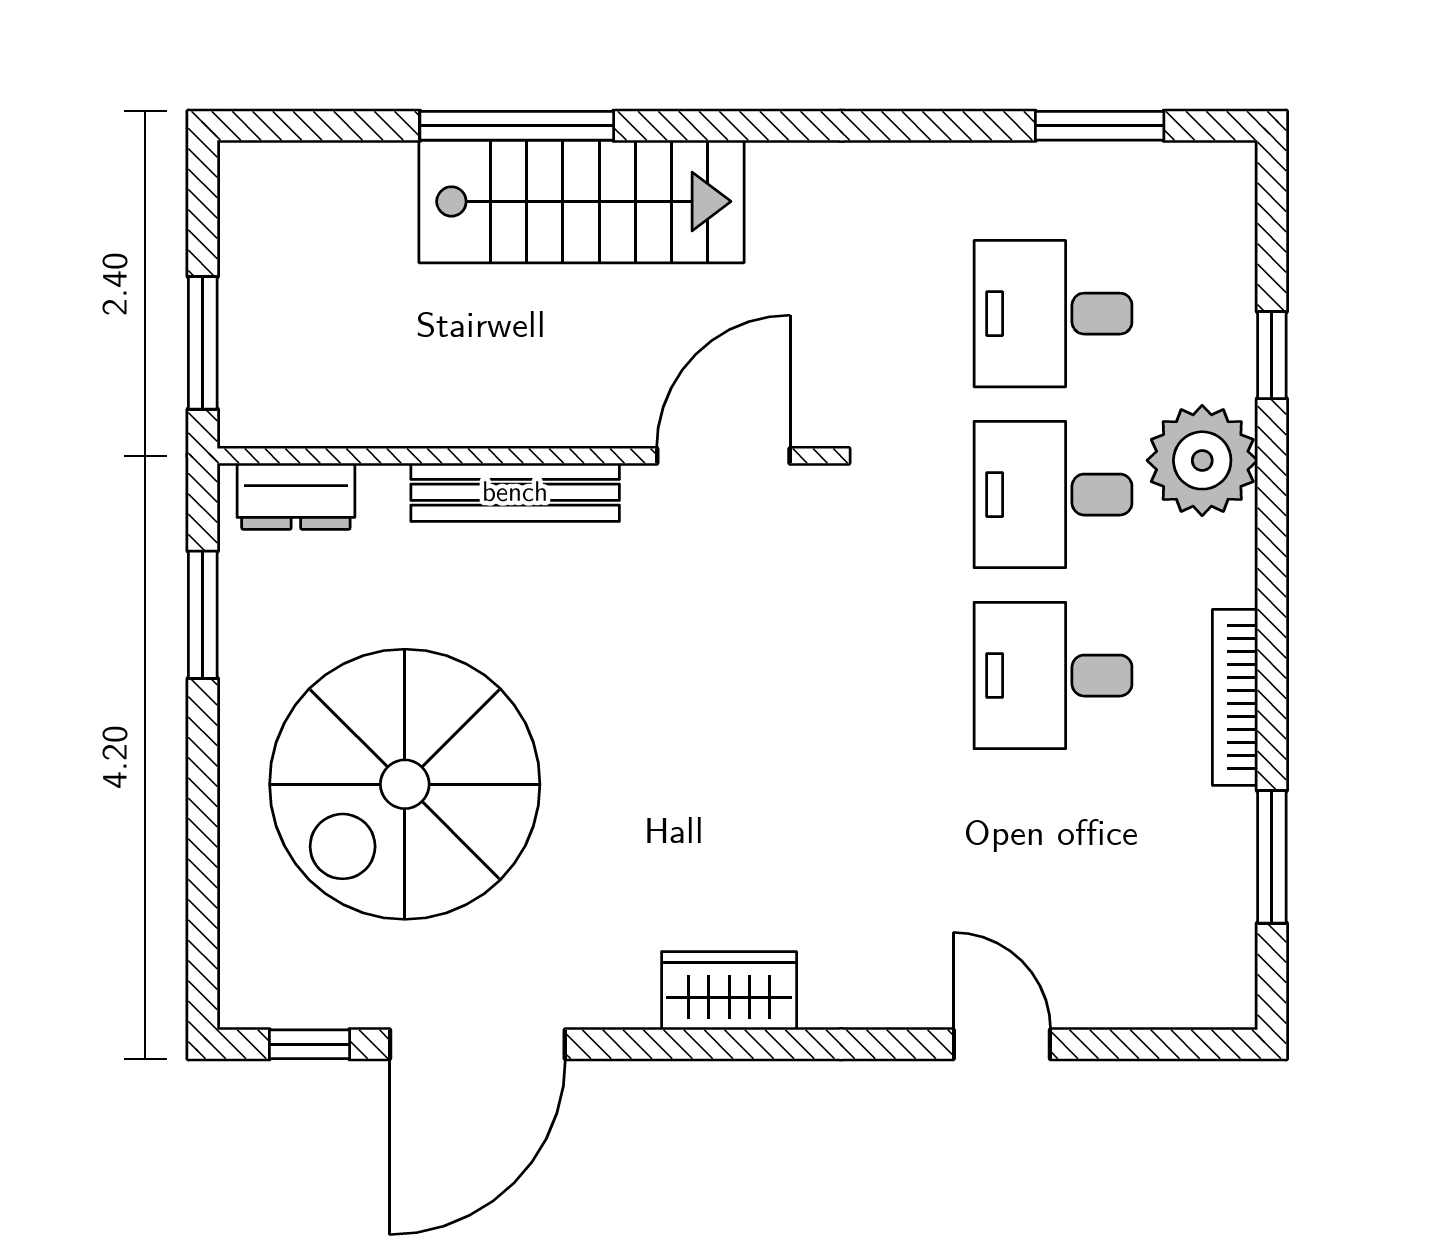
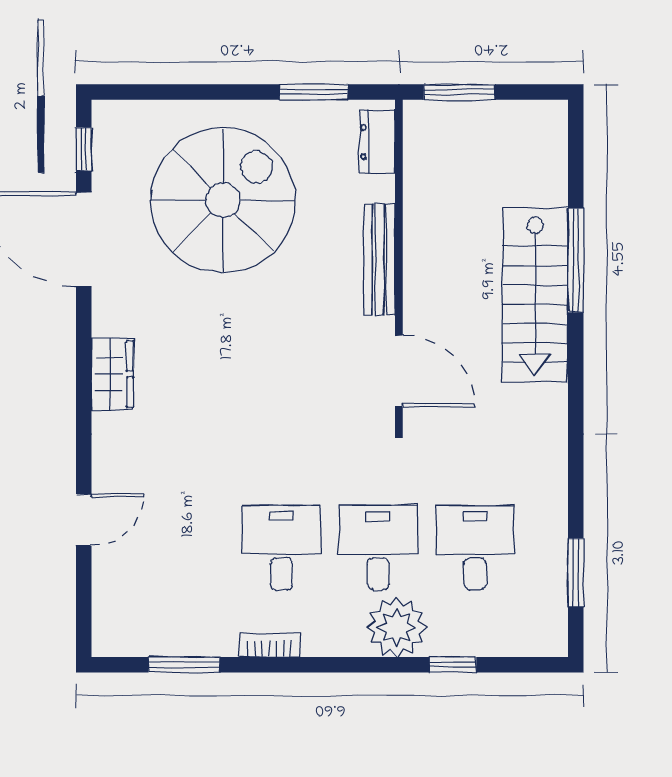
bookcase: (1235, 697) -> (270, 645), width x0.64
spiral stairs: (405, 784) -> (223, 200), turned 90

